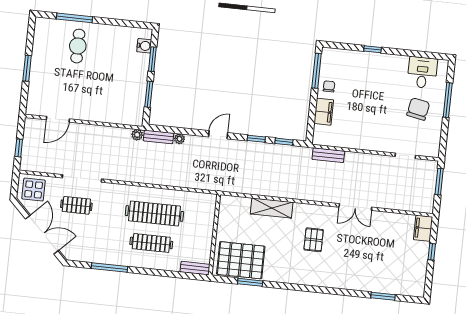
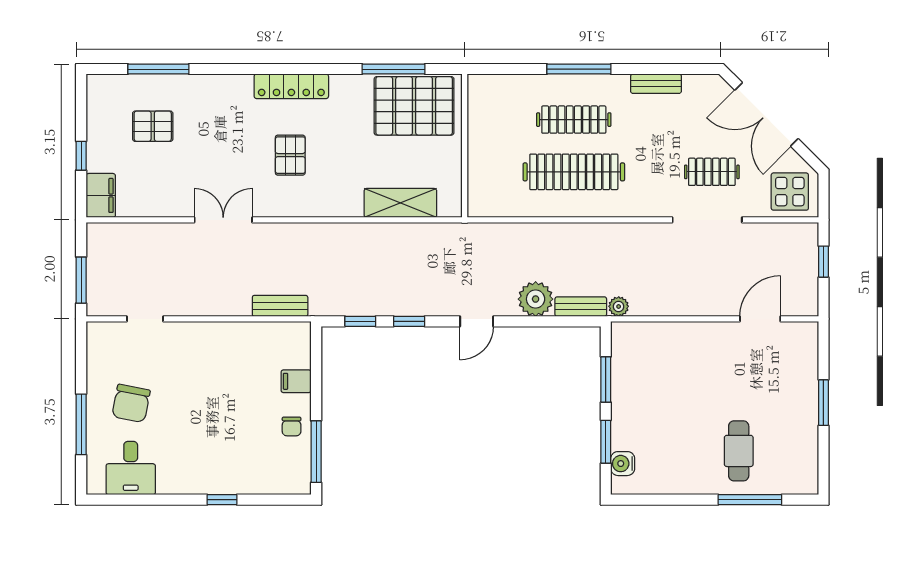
filing cabinet: (324, 112) -> (296, 381), width x0.50
plant: (179, 139) -> (536, 299), width x1.87, depth x1.87
shelving: (272, 208) -> (400, 203), moved
pallet: (390, 264) -> (153, 126), added
window: (109, 267) -> (579, 69), moved
bench: (195, 268) -> (656, 84), moved
locker: (309, 279) -> (291, 86), added
window: (250, 282) -> (393, 69), width x1.44
window: (383, 296) -> (158, 69), width x1.44

